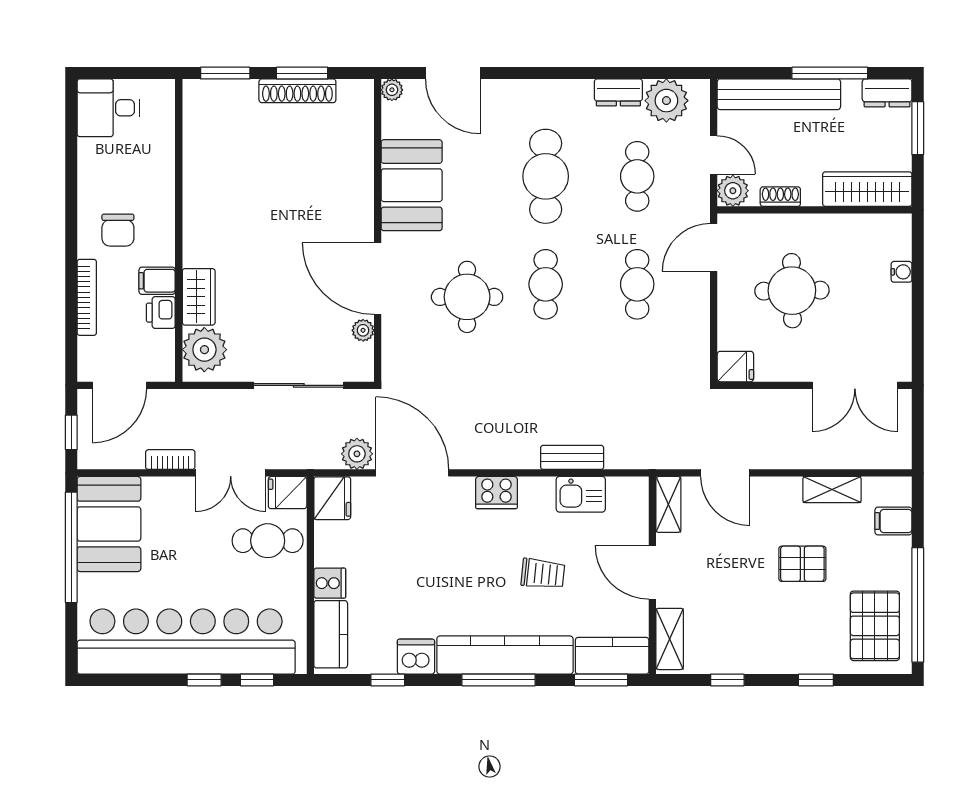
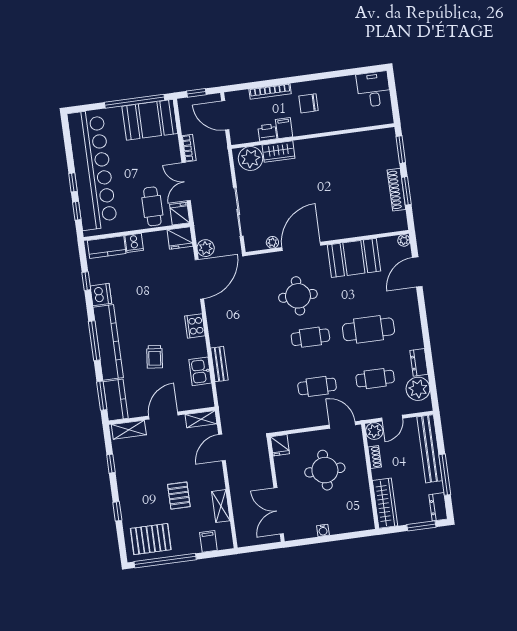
water cooler: (902, 272) -> (323, 530), moved

